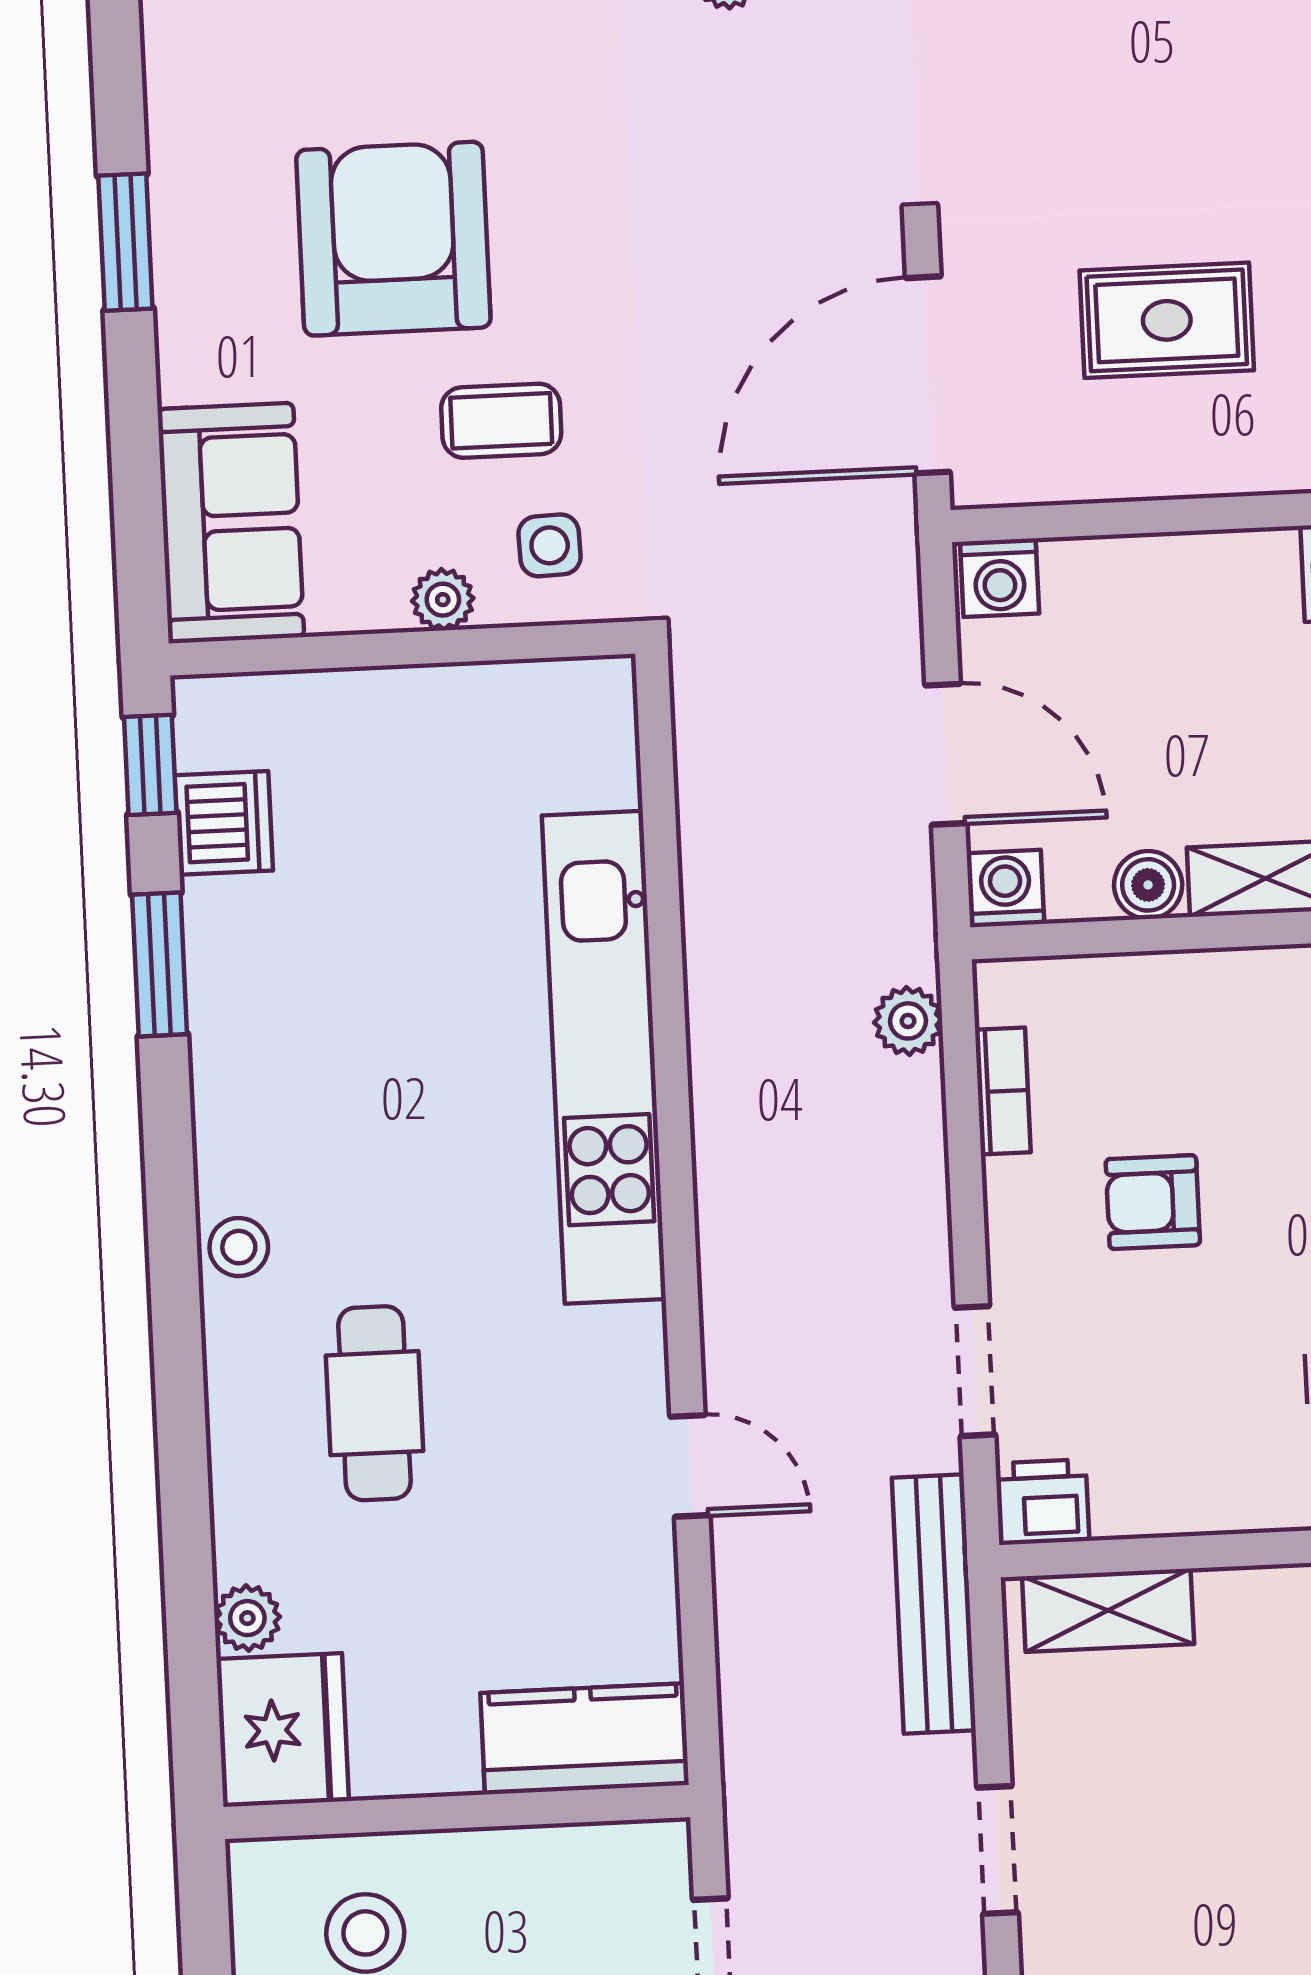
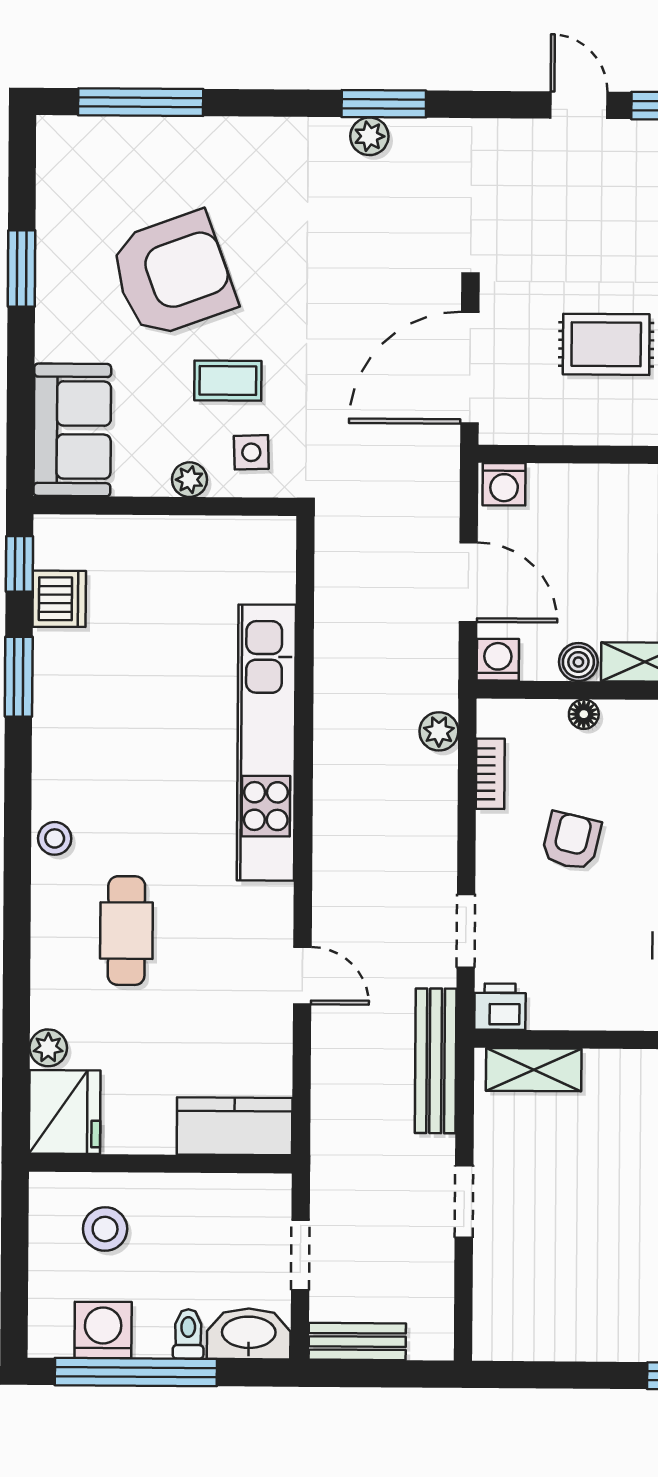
armchair: (393, 239) -> (173, 275), turned 70
floor lamp: (1163, 977) -> (584, 714), added
armchair: (1153, 1202) -> (571, 841), turned 103

